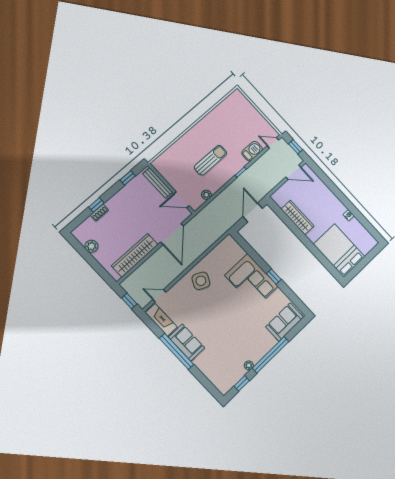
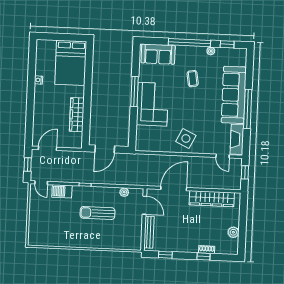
door: (293, 172) -> (47, 148), hinge flipped
window: (274, 277) -> (134, 92), width x2.17
coffee table: (241, 331) -> (193, 79), added
sofa: (186, 342) -> (234, 95), width x1.85, depth x1.27

